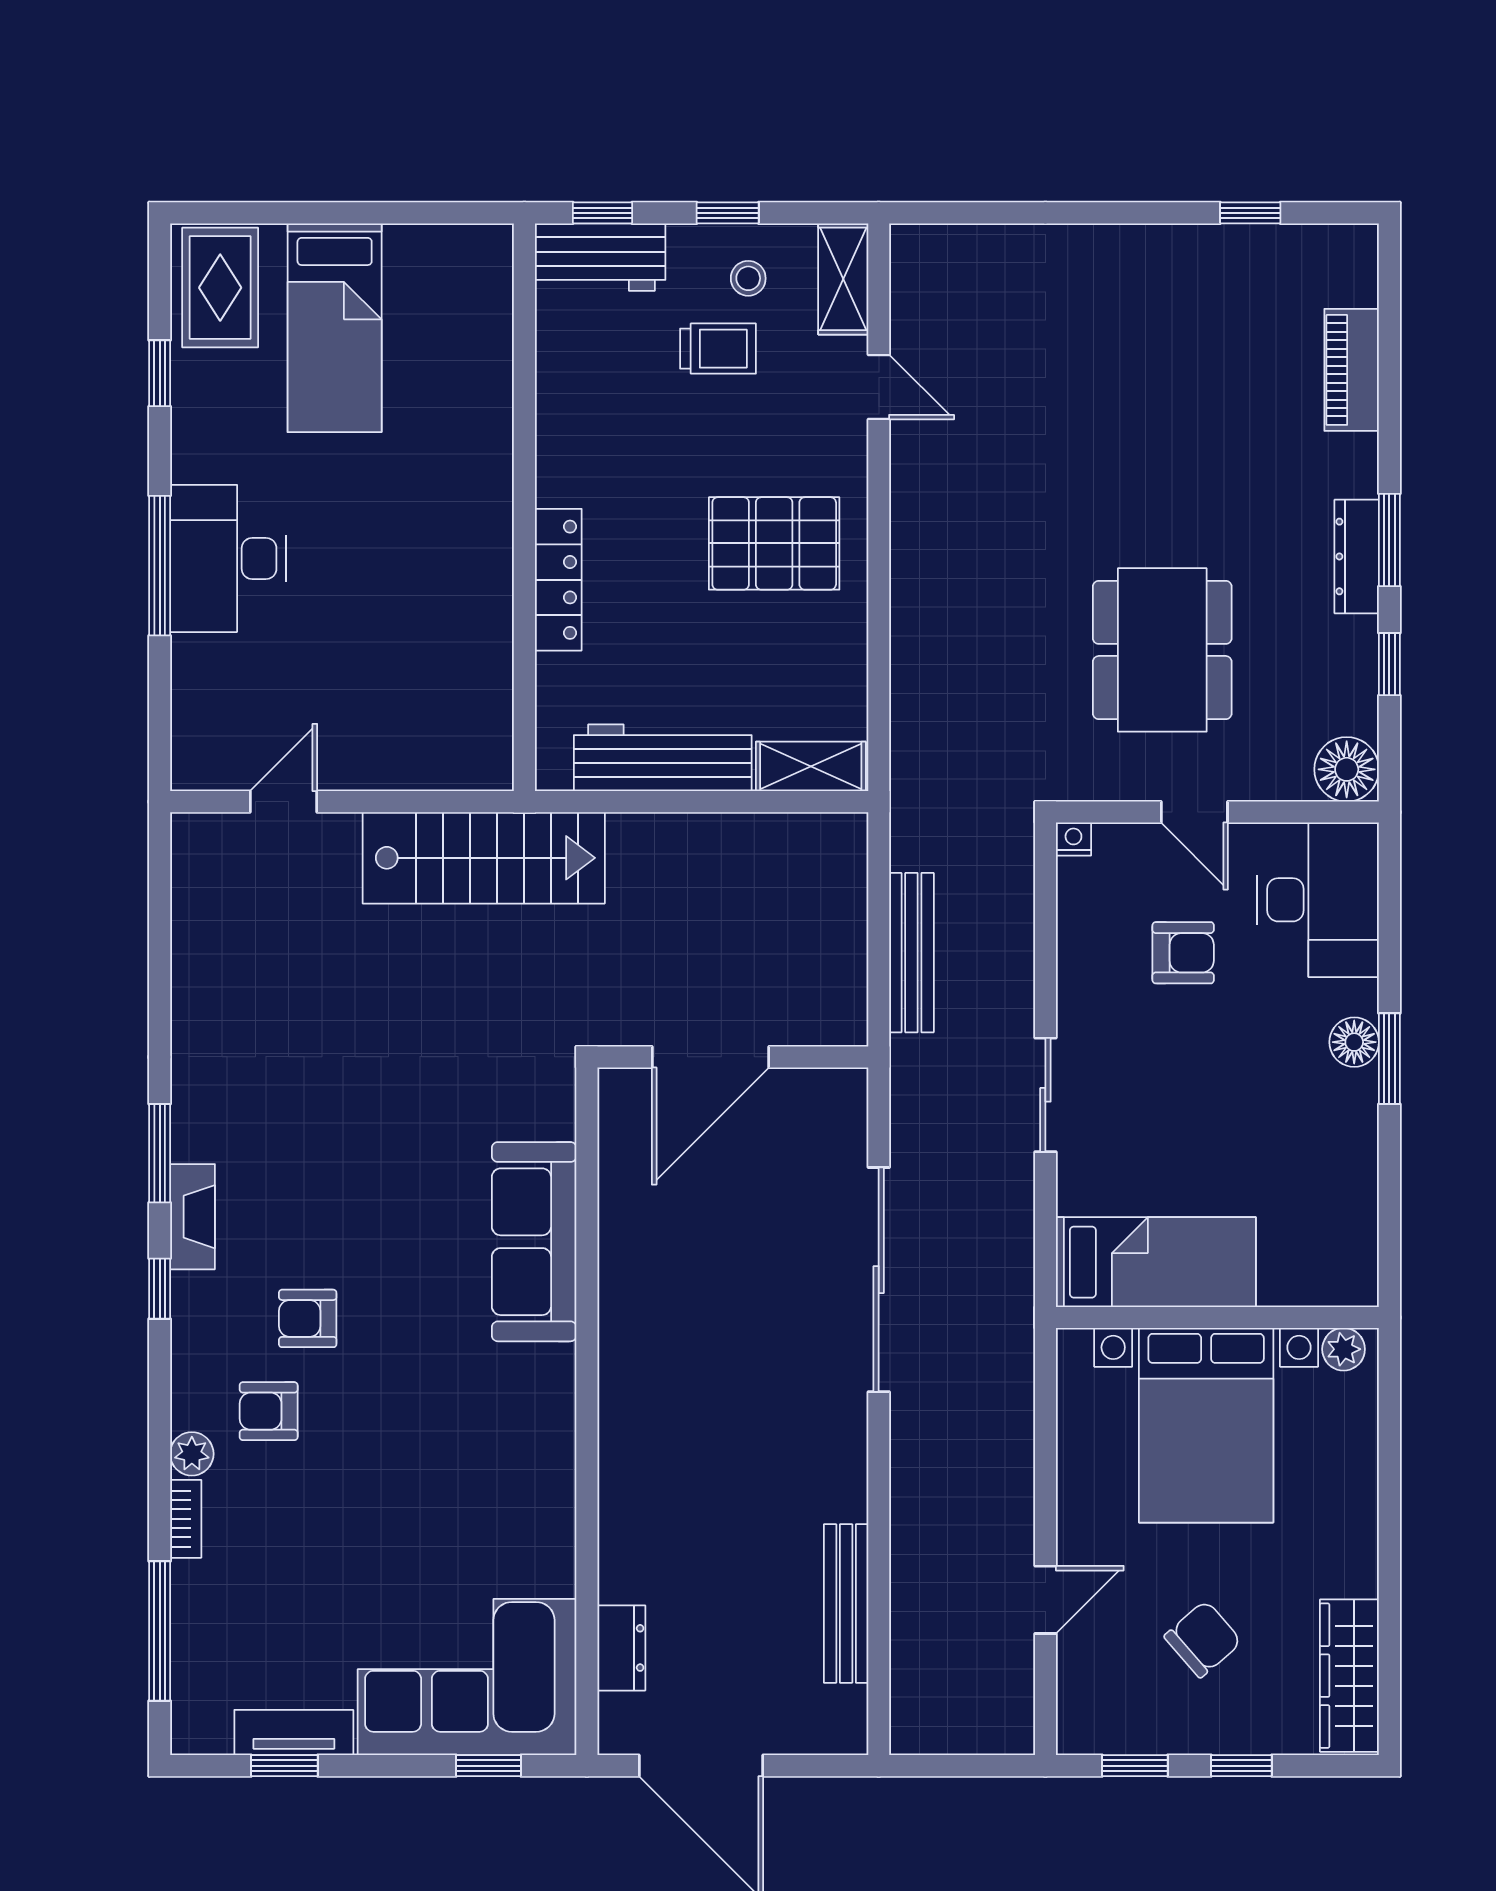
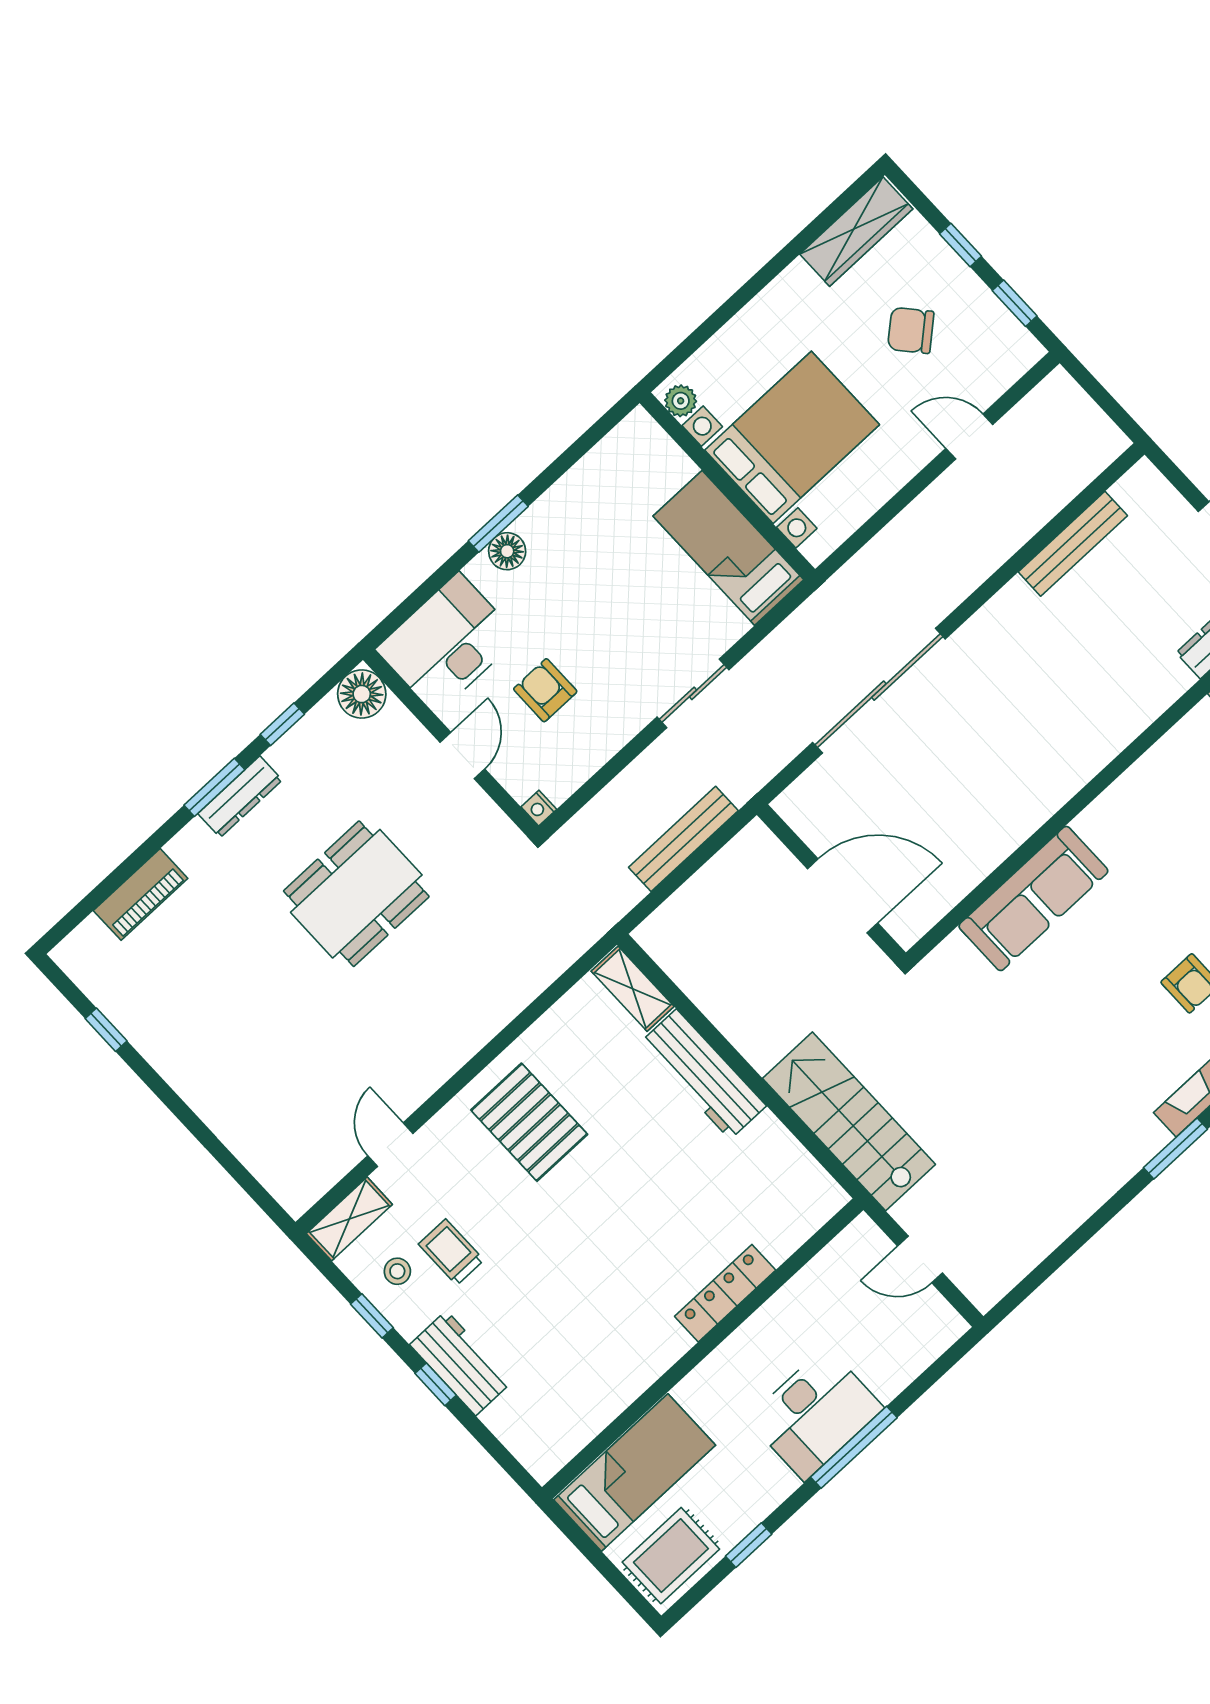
wall: (524, 507) -> (703, 1349), moved
locker: (558, 580) -> (725, 1293), moved
dining table: (1162, 650) -> (356, 894), moved

